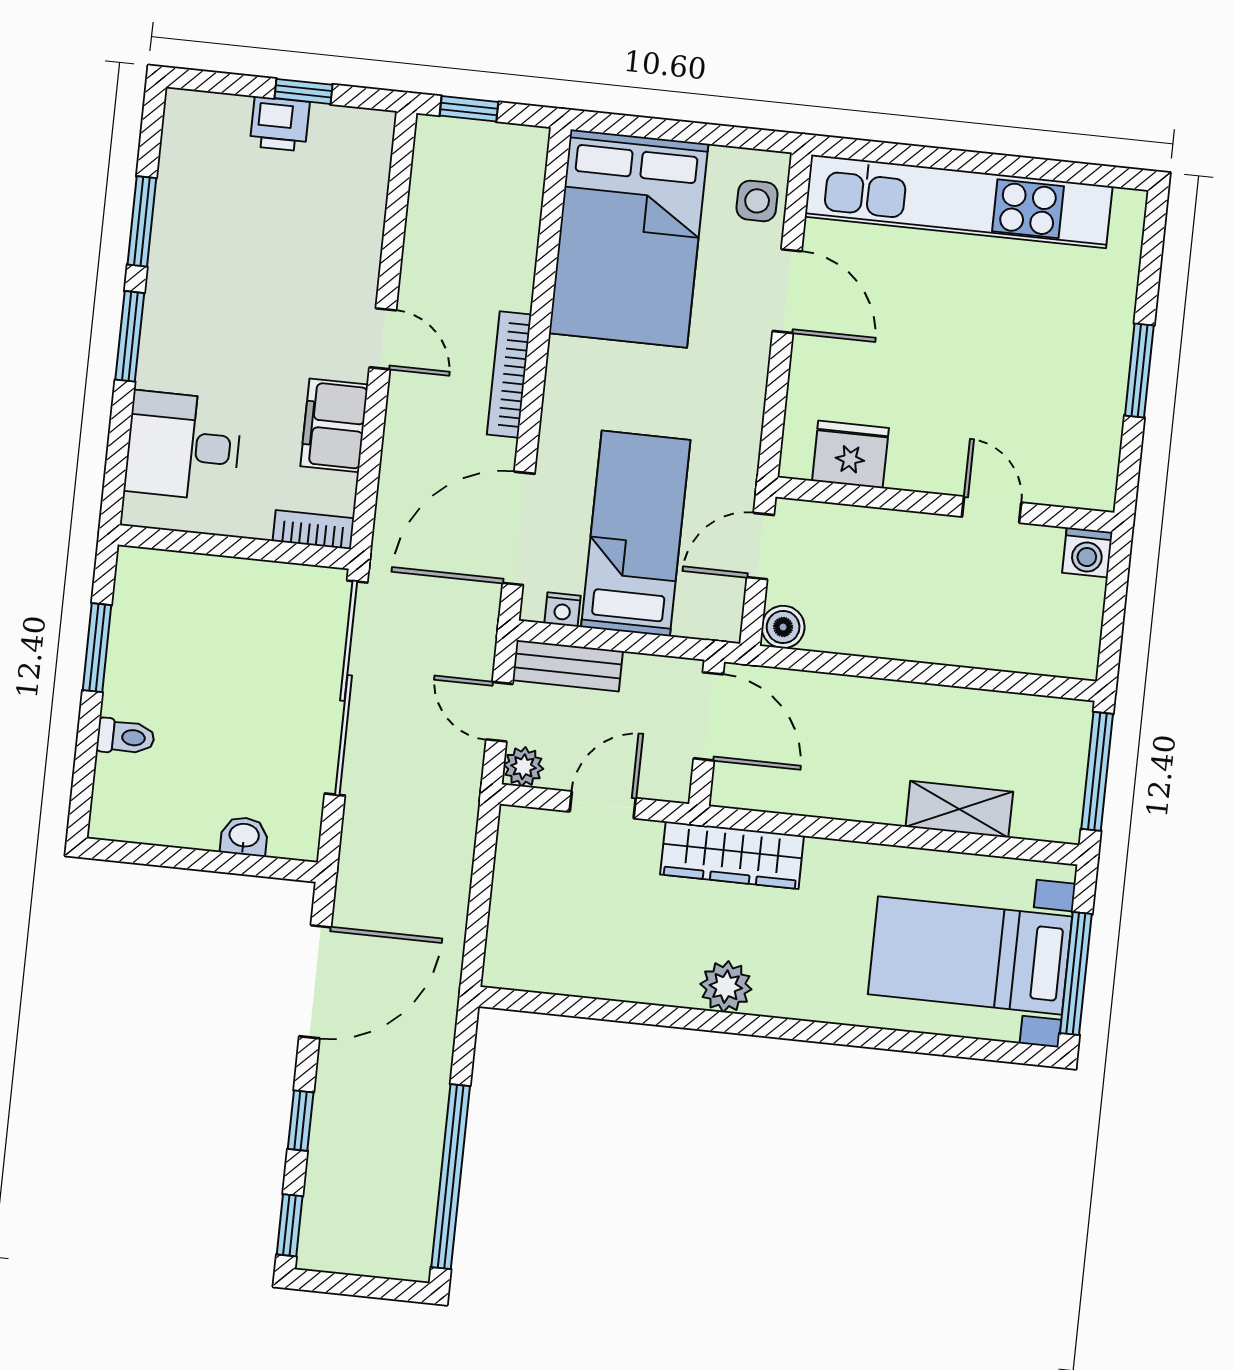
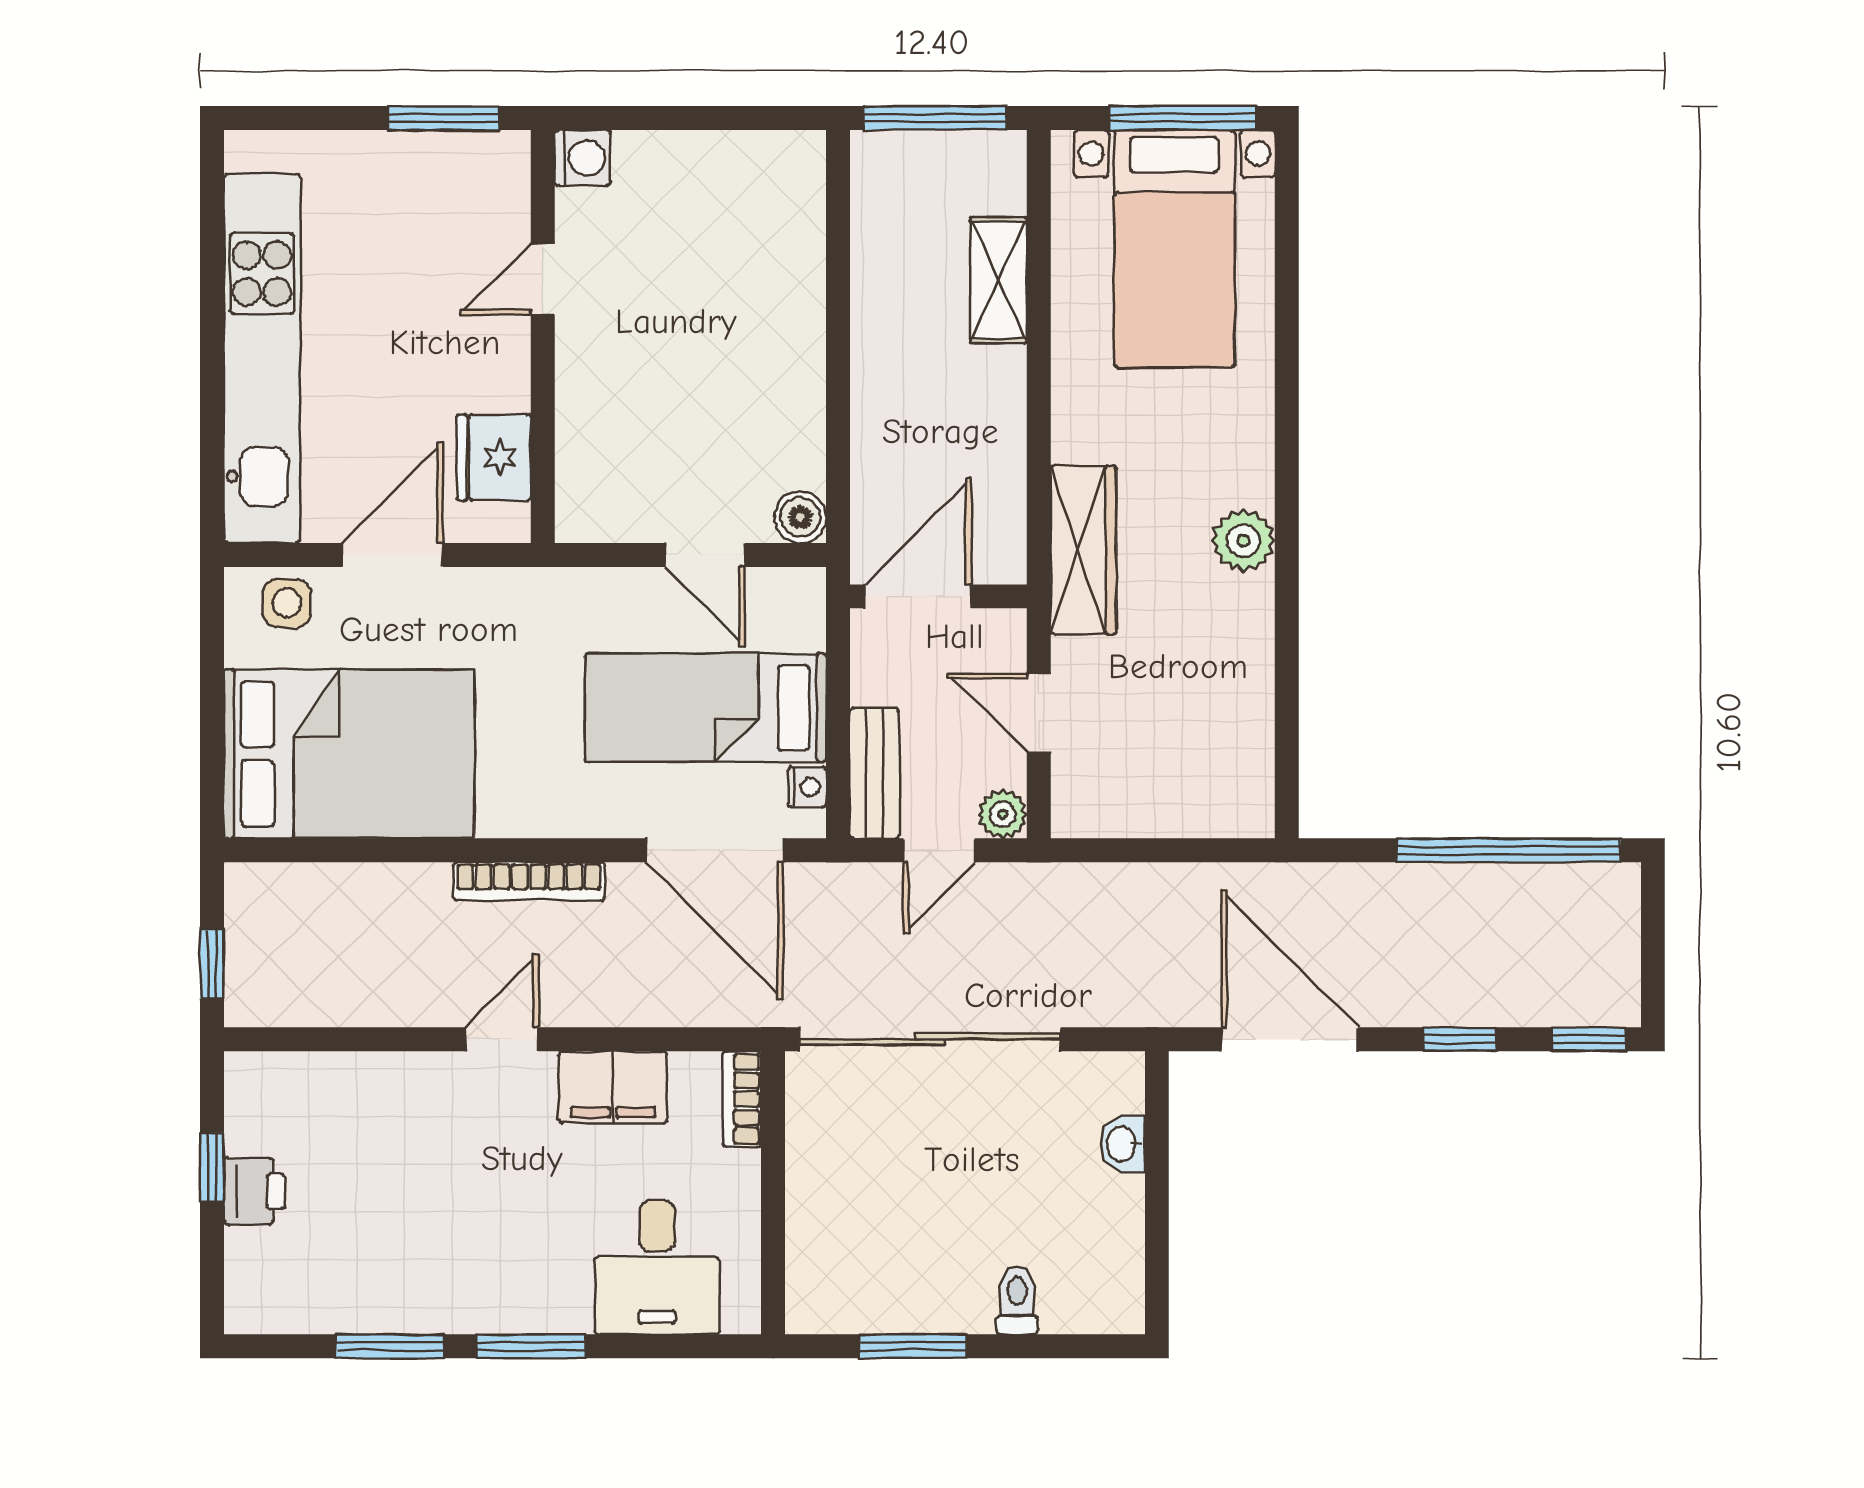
fridge: (850, 454) -> (494, 458), moved
wall: (945, 505) -> (543, 336), moved
door: (992, 510) -> (543, 279), moved
washing machine: (1087, 552) -> (582, 158), moved

